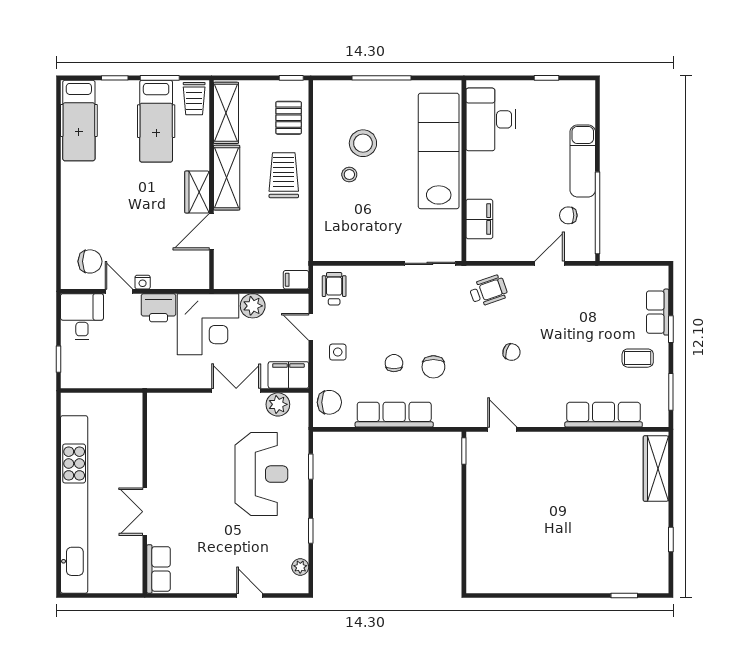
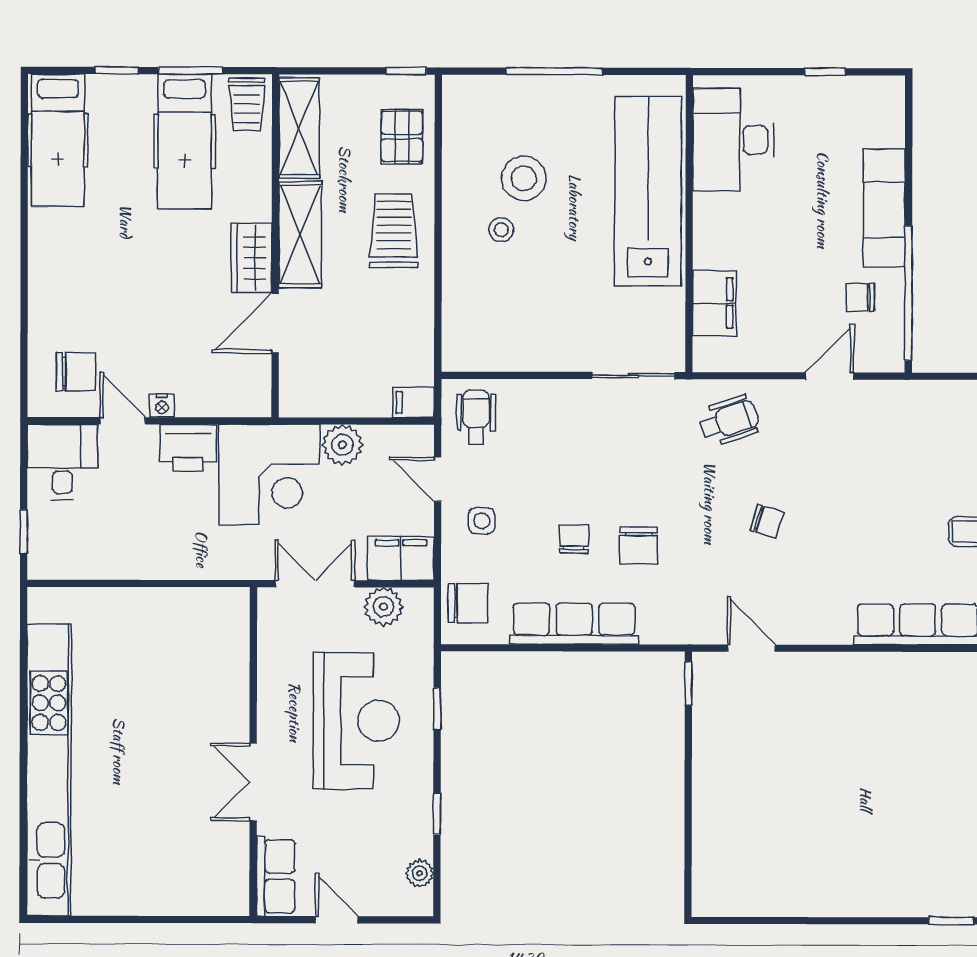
wall: (145, 493) -> (253, 752), moved
double door: (145, 512) -> (253, 782), moved
row of seats: (158, 569) -> (276, 876), moved

